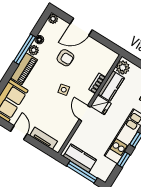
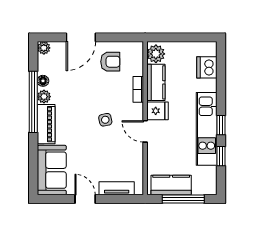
window: (25, 49) -> (33, 102), width x1.46
armchair: (65, 58) -> (110, 62), moved

